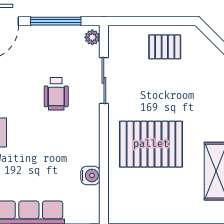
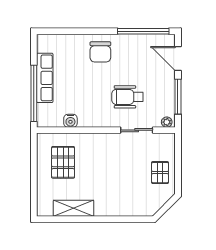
wheelchair: (56, 94) -> (127, 97), width x1.36, depth x1.37
pallet: (151, 144) -> (63, 162), moved, width x0.73, depth x0.71

